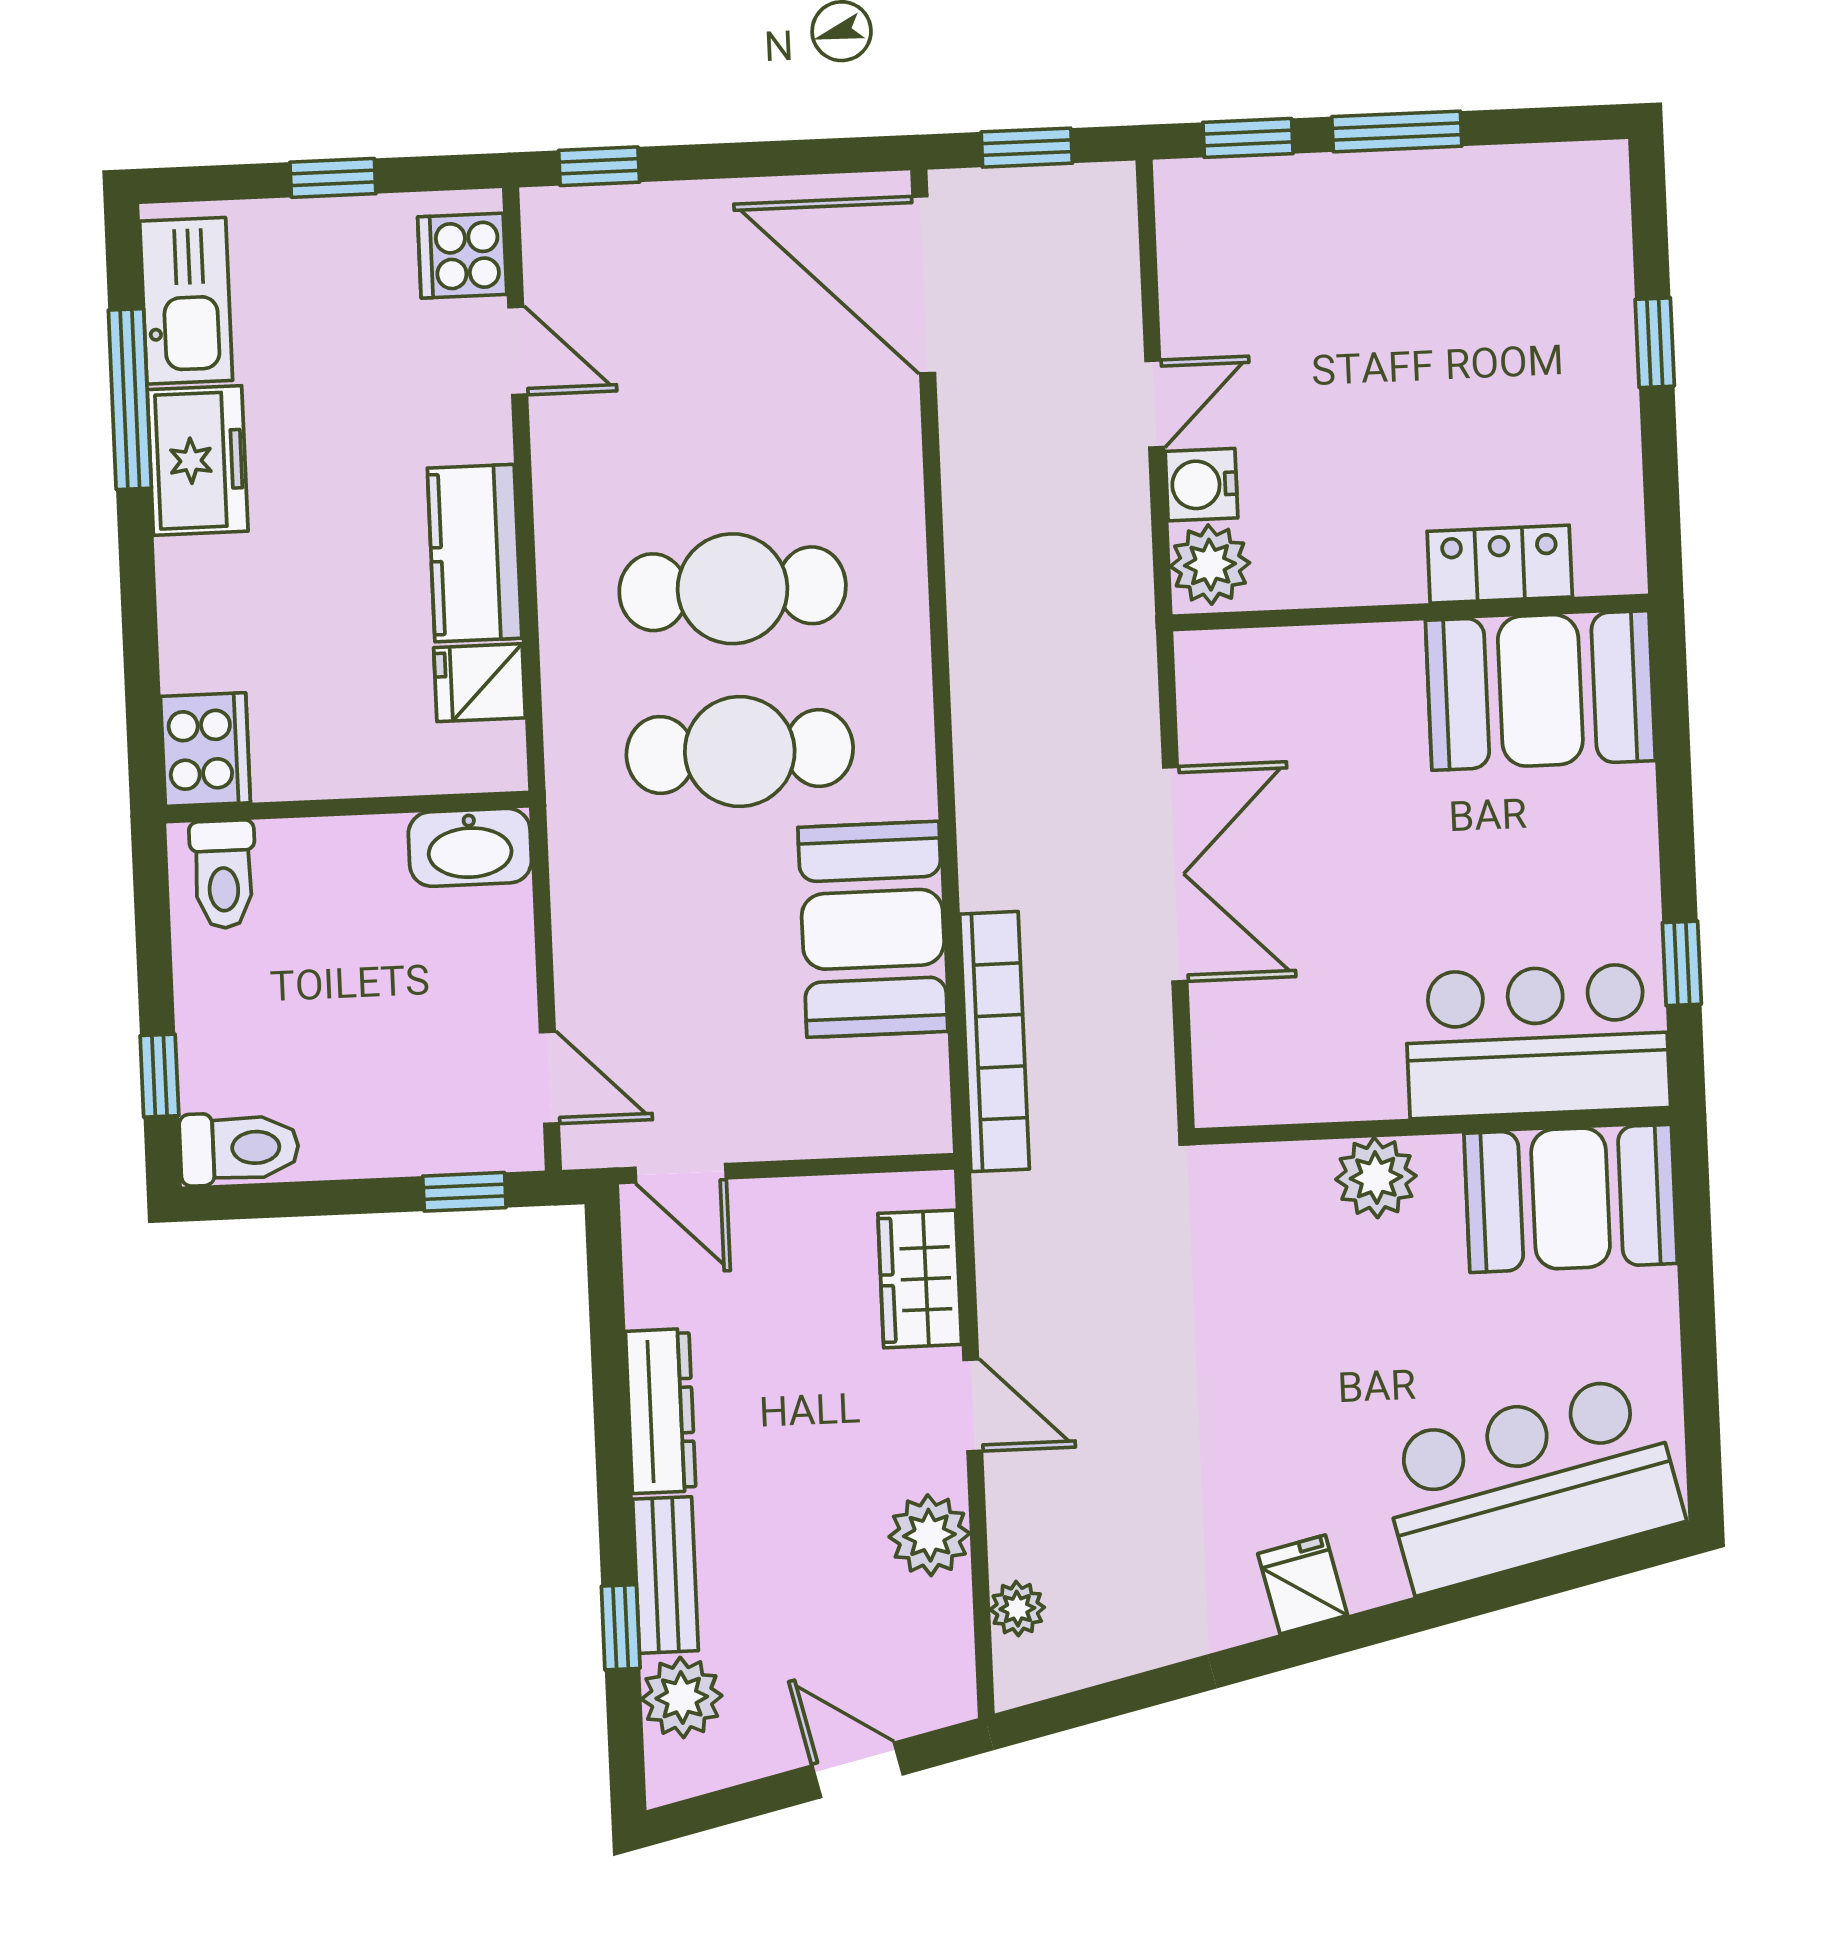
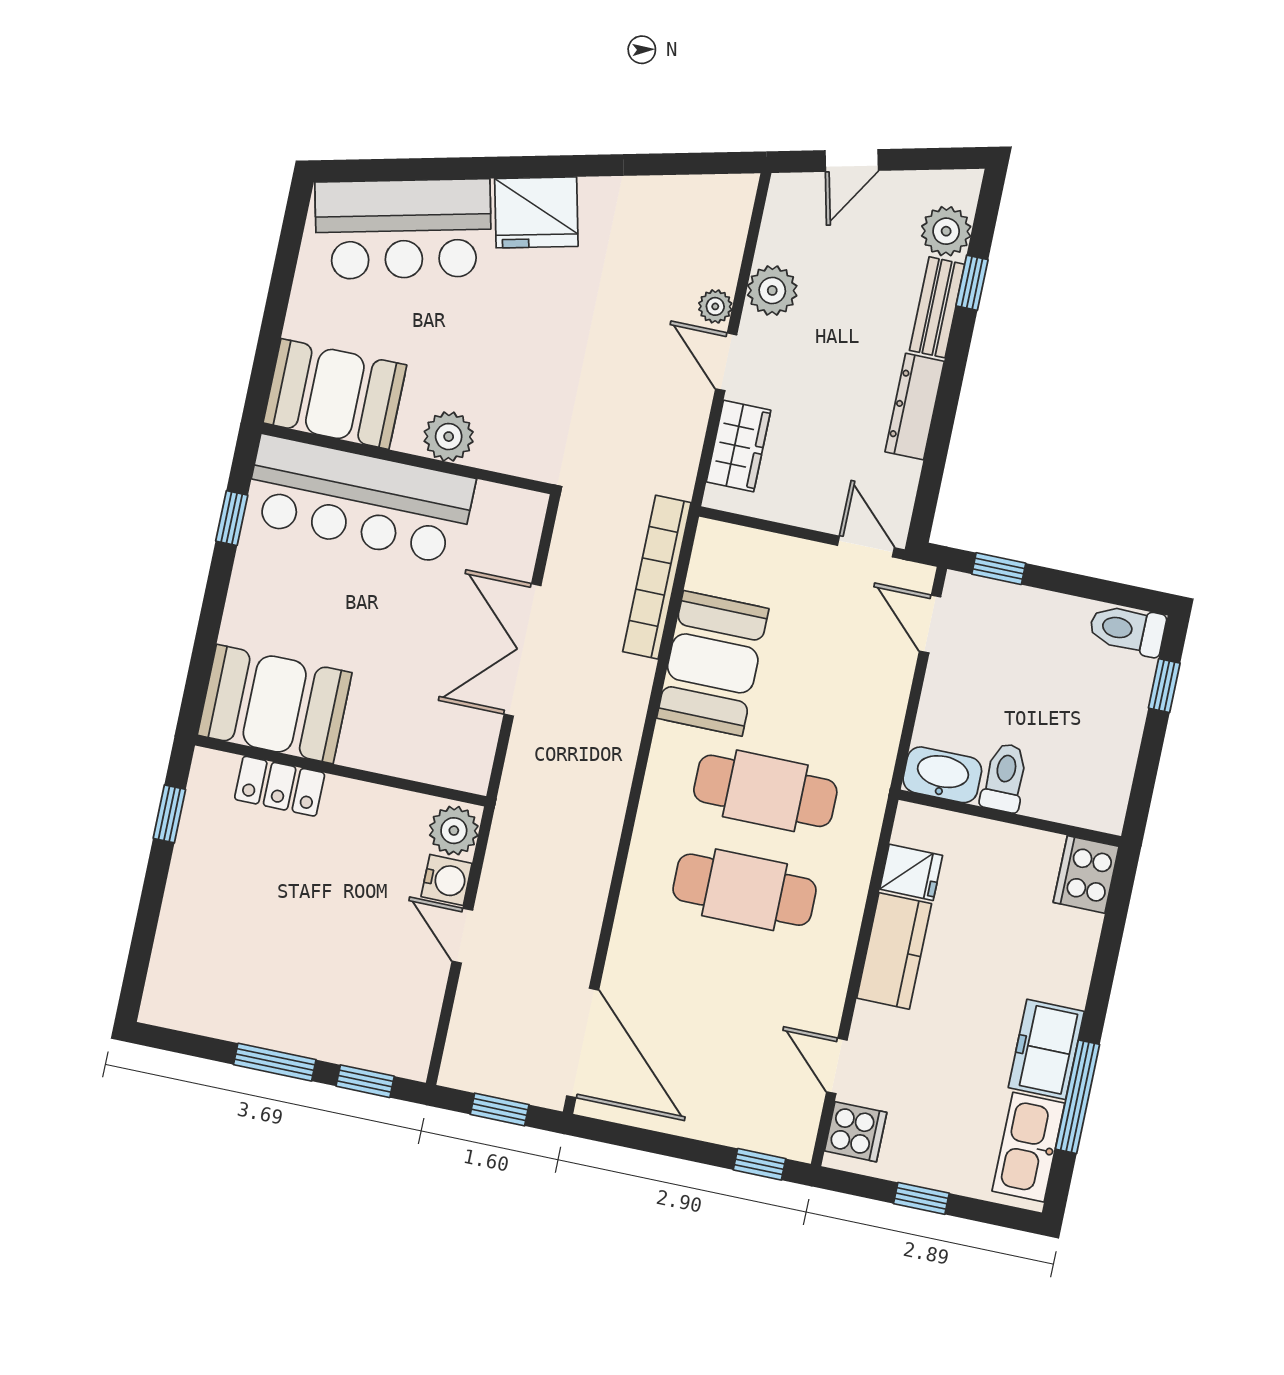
window: (1655, 343) -> (169, 814), moved
door: (1155, 404) -> (462, 936), hinge flipped
toilet: (223, 874) -> (1005, 778), moved
bar counter: (1537, 1041) -> (359, 500), width x1.36
fridge: (1303, 1584) -> (536, 212), width x1.88, depth x1.34
plant: (1017, 1609) -> (715, 306), moved
door: (858, 1770) -> (852, 161), hinge flipped

